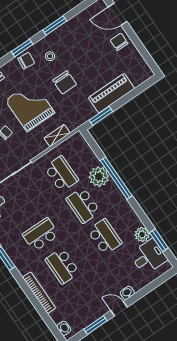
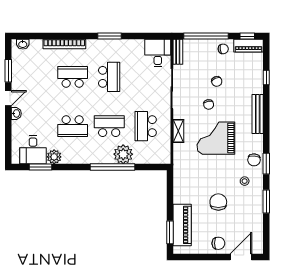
chair: (65, 82) -> (218, 202), moved, turned 90
piano: (111, 93) -> (182, 225), moved
grand piano: (30, 106) -> (216, 138), turned 180
window: (101, 116) -> (170, 232), moved
shelving: (57, 136) -> (178, 131), moved
school desk: (61, 174) -> (146, 126), turned 90

